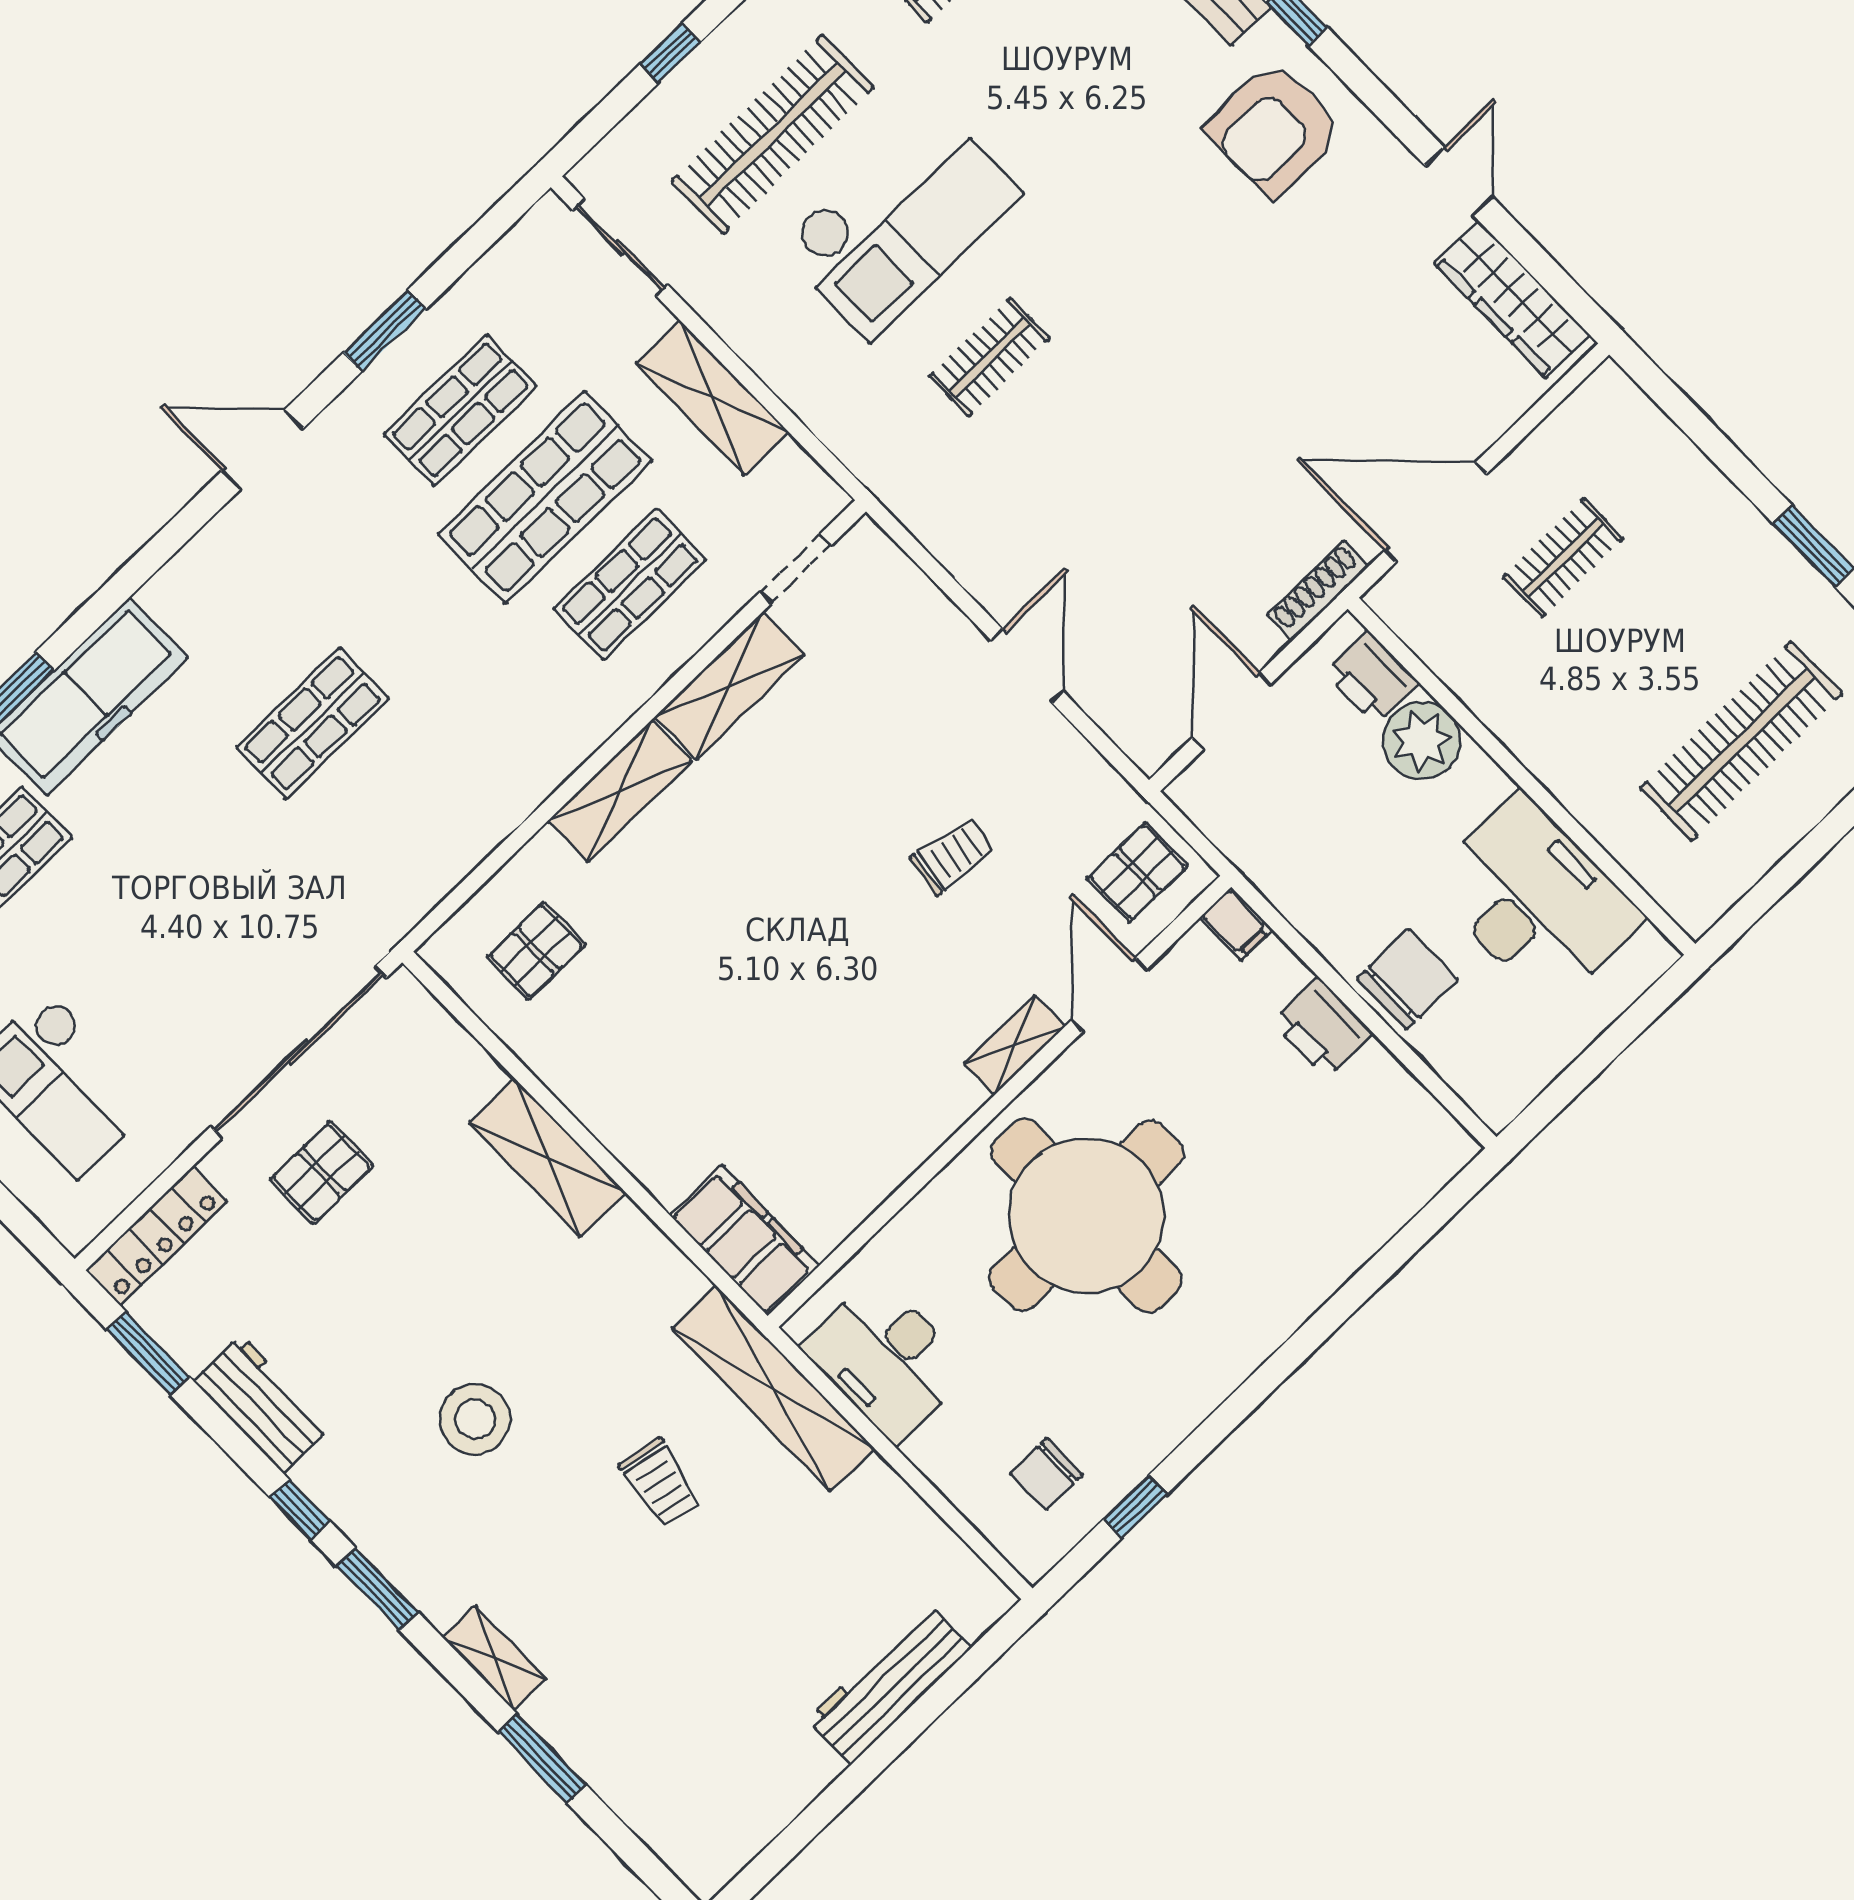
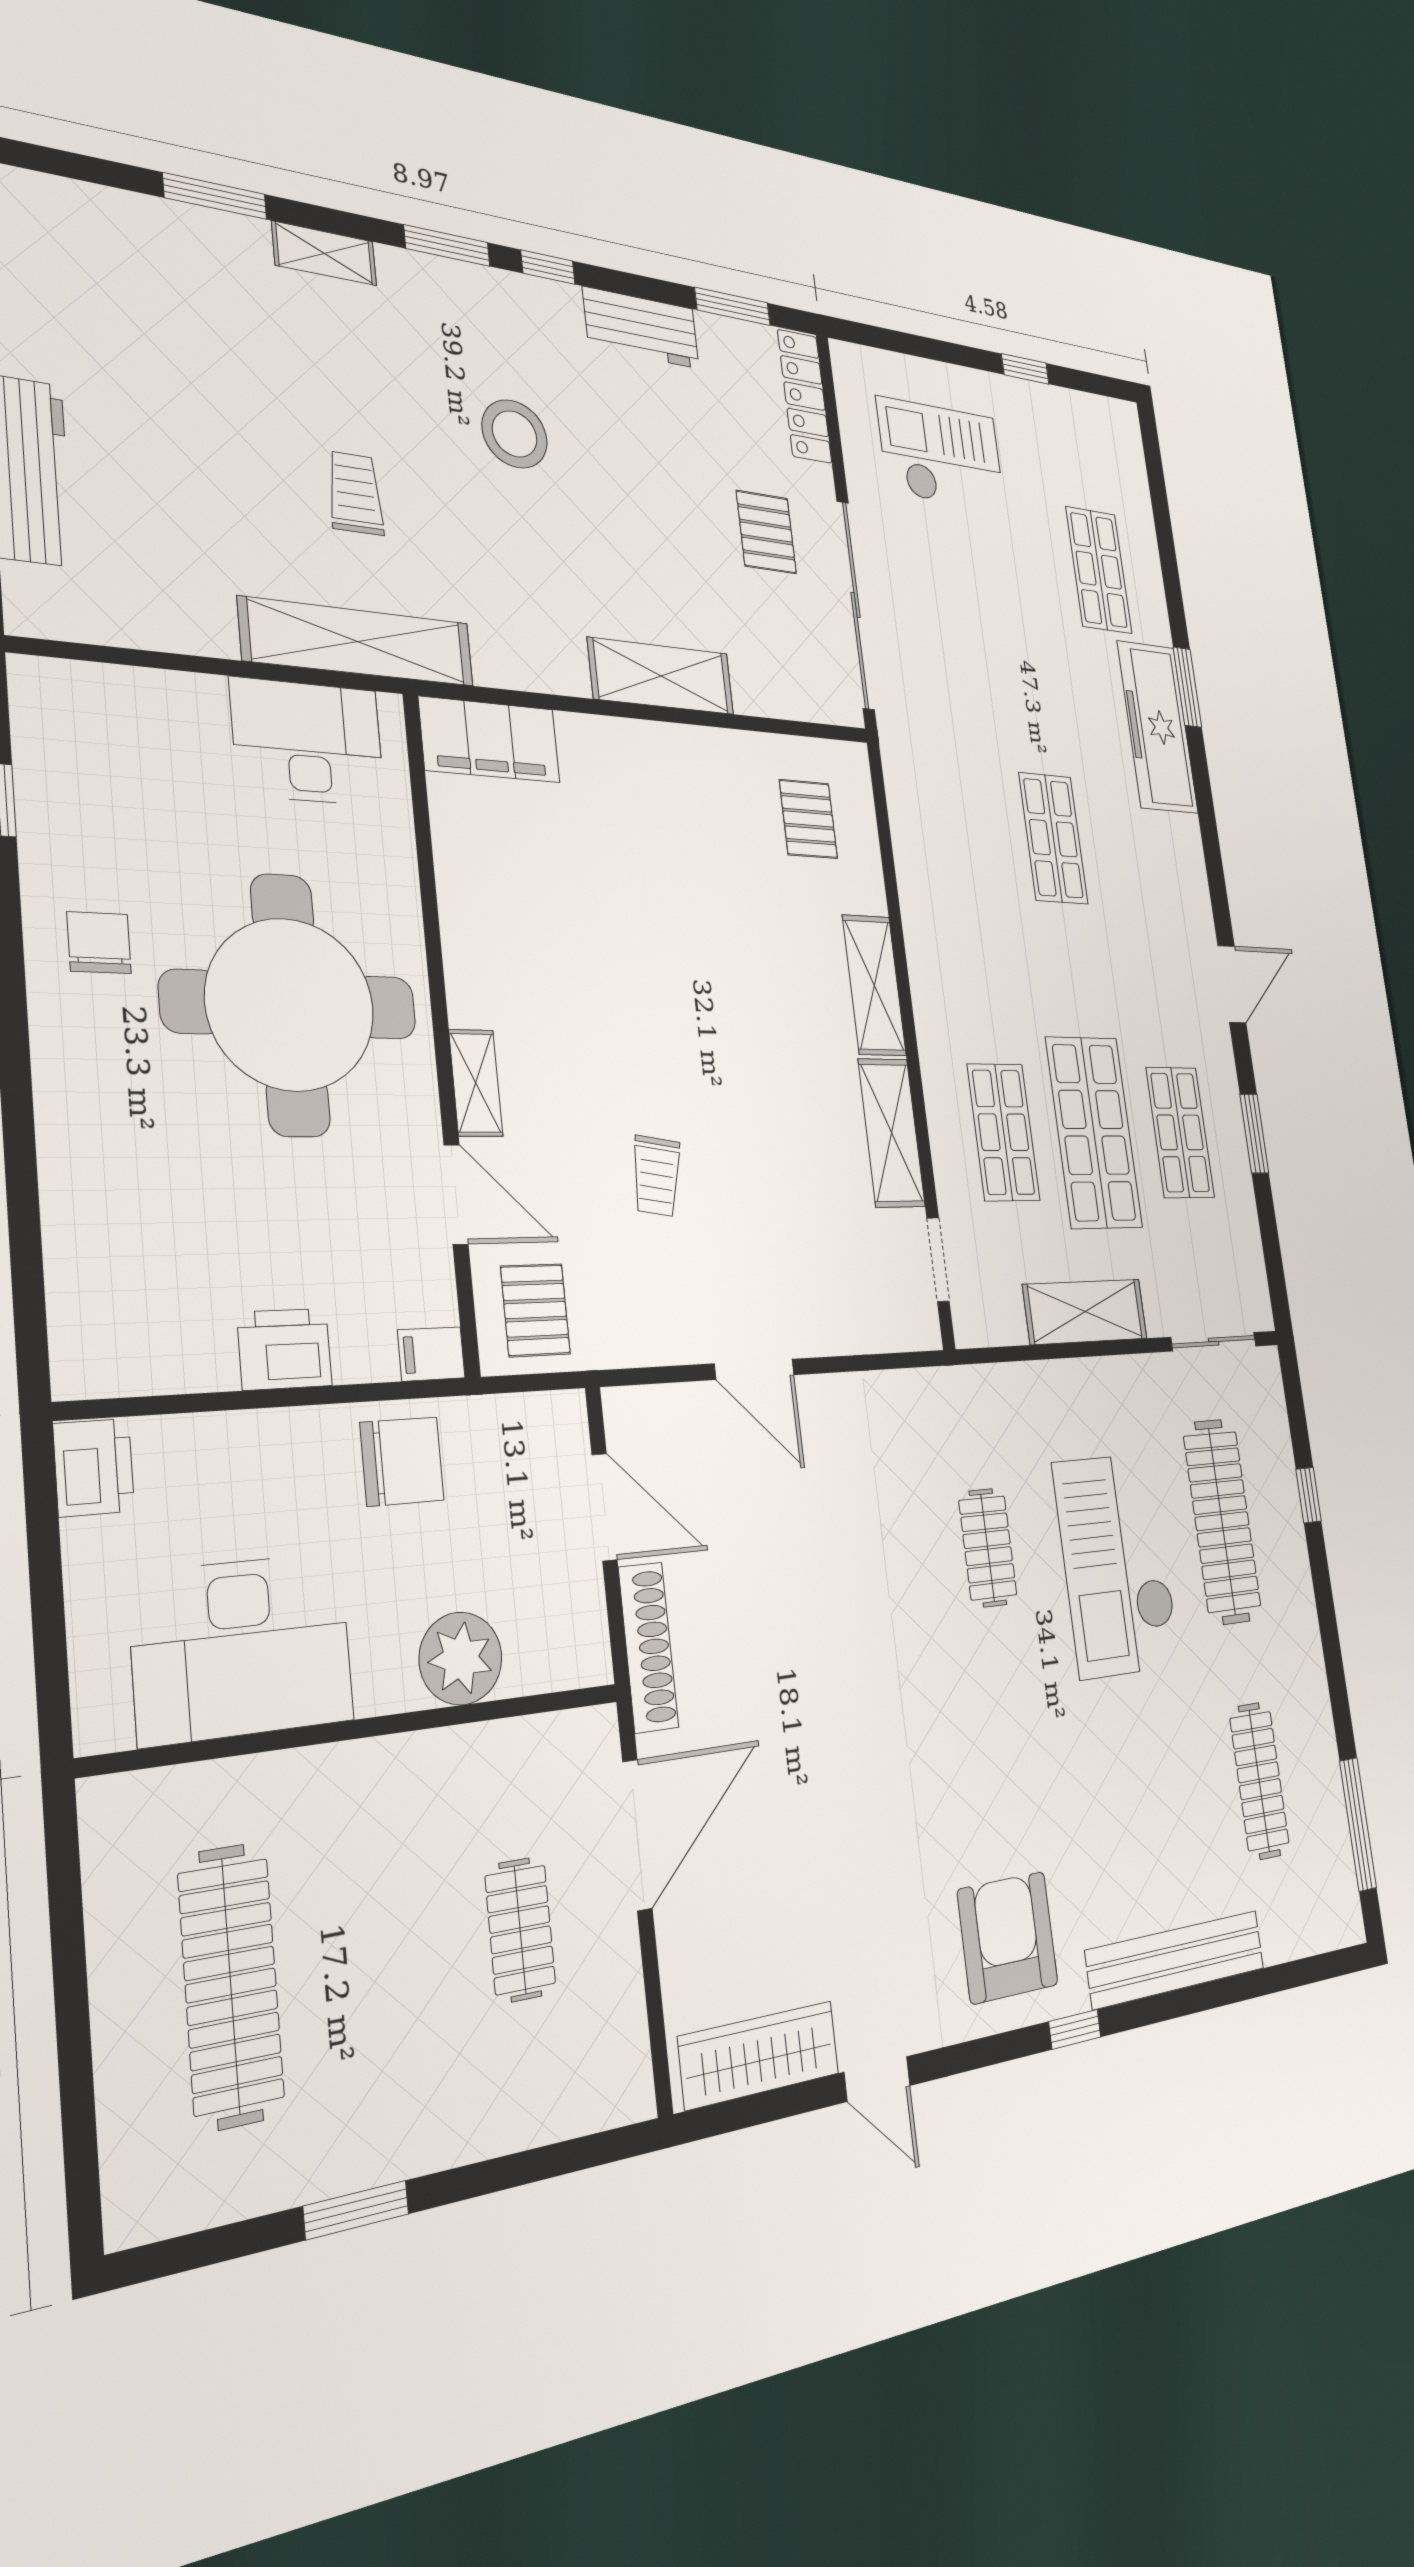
shoe rack: (1318, 591) -> (648, 1647), width x1.36, depth x1.24
printer: (1372, 677) -> (94, 1467), moved, turned 90
chair: (1407, 979) -> (402, 1461), moved, turned -90
chair: (1046, 1474) -> (99, 943), moved
trolley: (660, 1483) -> (355, 493), turned 79

